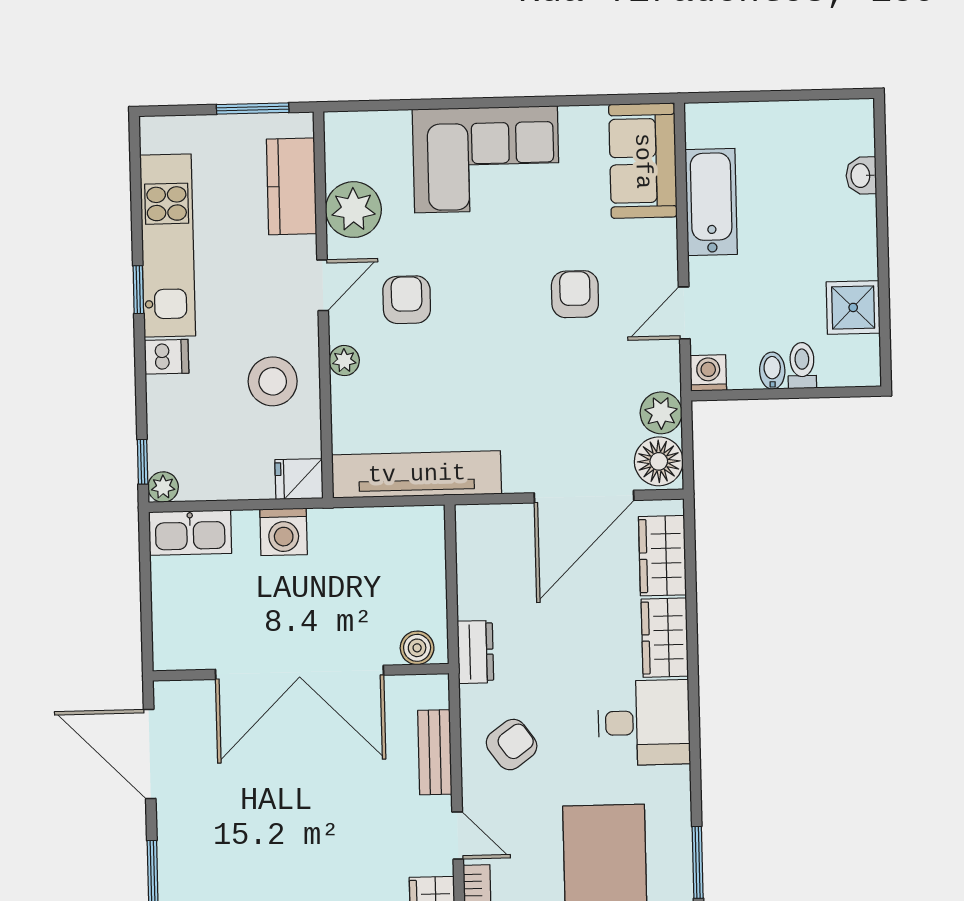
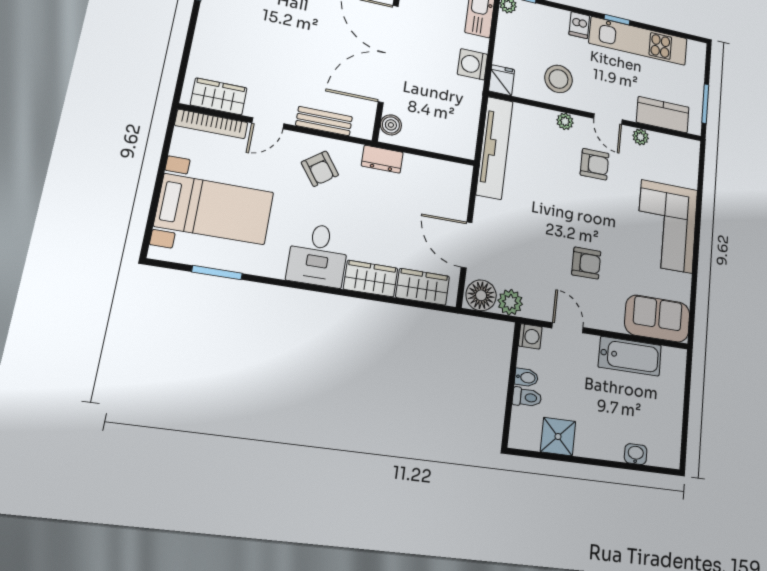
plant: (353, 210) -> (641, 137), width x0.53, depth x0.53
door: (584, 497) -> (467, 245), width x0.73

